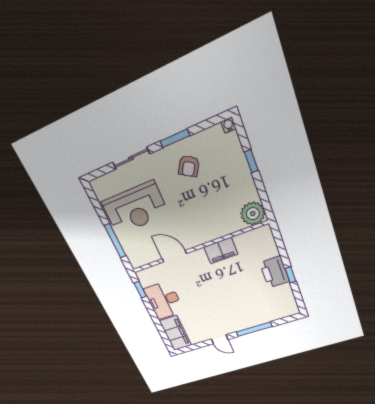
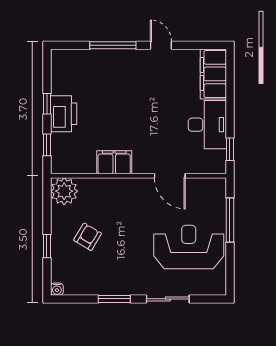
armchair: (189, 166) -> (88, 237), moved
window: (280, 245) -> (47, 145), added

